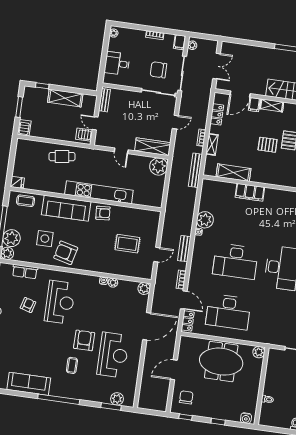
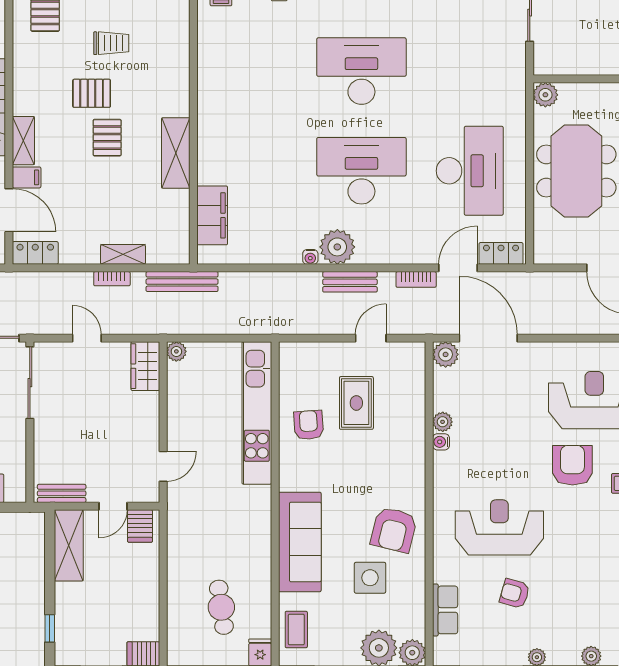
shelving: (65, 98) -> (69, 545), moved
locker: (217, 114) -> (35, 253), moved
wardrobe: (153, 147) -> (145, 366), width x0.67
door: (121, 151) -> (163, 466), moved
cafe table: (62, 157) -> (221, 607), moved
plant: (159, 167) -> (176, 351), width x0.53, depth x0.53
shelving: (233, 173) -> (176, 153), moved
kitchen unit: (99, 192) -> (257, 413), moved
filing cabinet: (250, 192) -> (212, 215), moved
armchair: (103, 213) -> (309, 425), moved
plant: (205, 220) -> (337, 247), moved
door: (157, 255) -> (371, 338), hinge flipped
desk: (235, 261) -> (361, 171), turned -90
door: (147, 326) -> (488, 338), moved
armchair: (84, 340) -> (572, 465), turned 90

